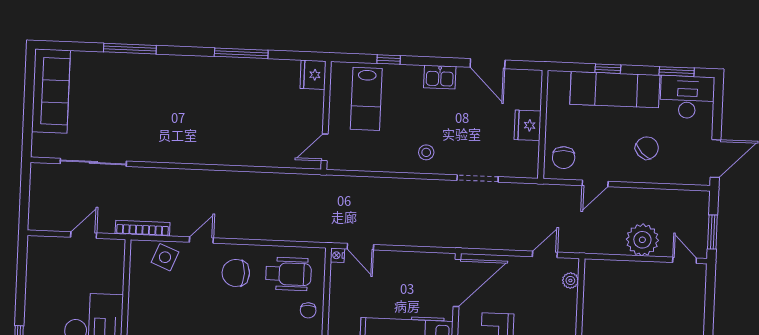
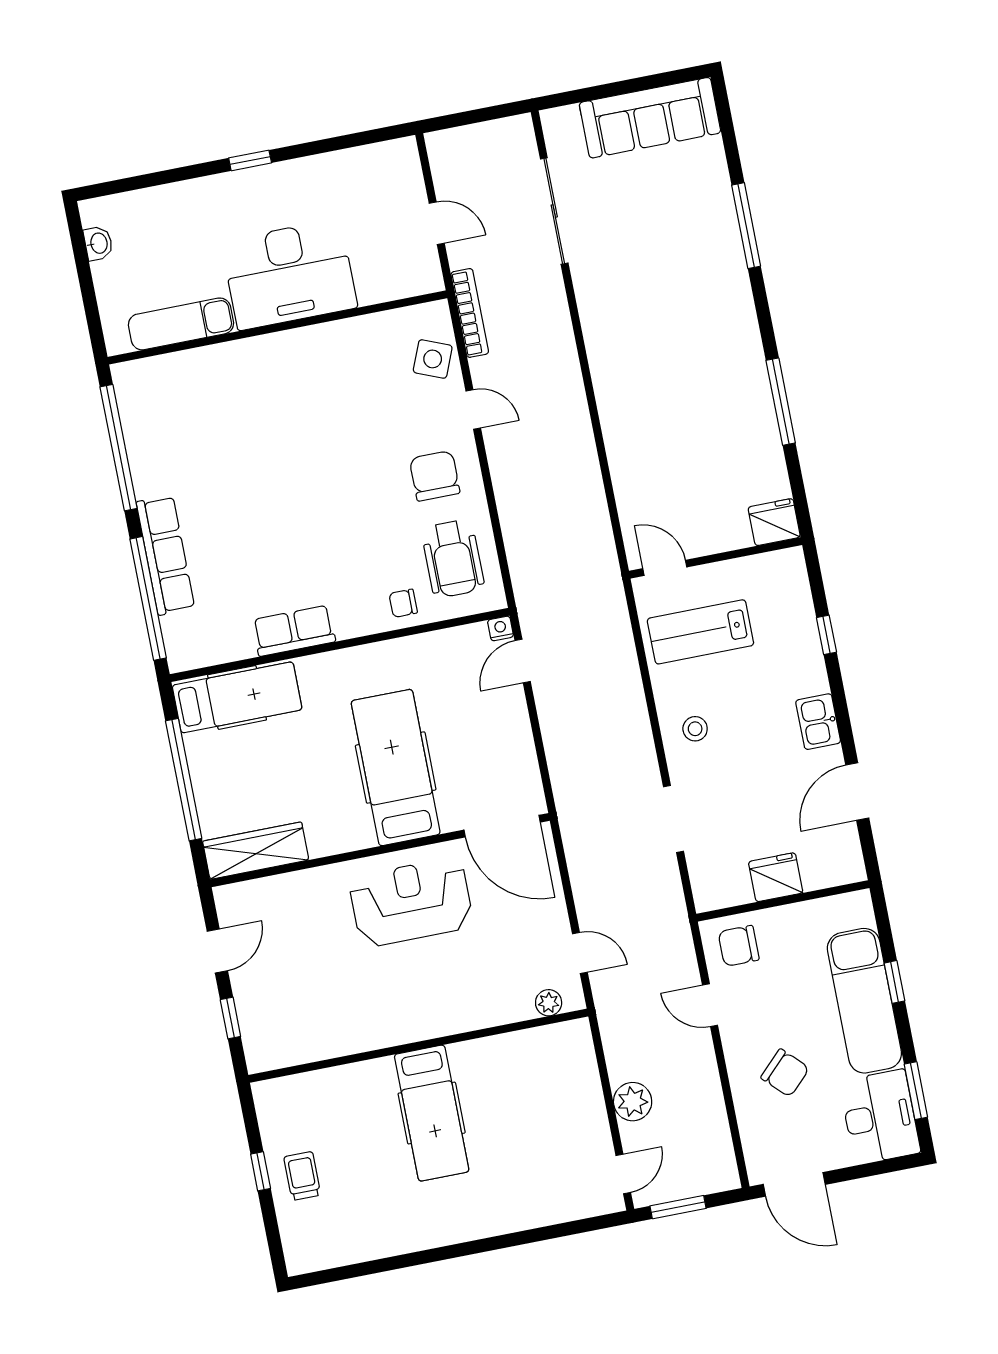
lab bench: (366, 99) -> (700, 632), moved
plant: (642, 240) -> (633, 1102), width x0.73, depth x0.73

